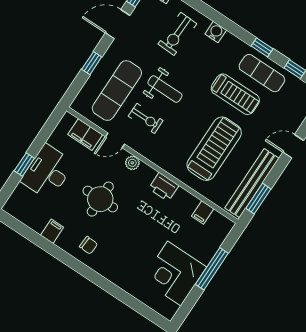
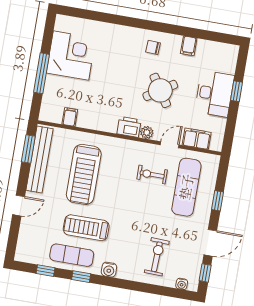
water cooler: (216, 32) -> (109, 270), moved
weight bench: (165, 89) -> (147, 206), removed
printer: (164, 187) -> (129, 127), moved
round table: (100, 199) -> (160, 90), turned -33

